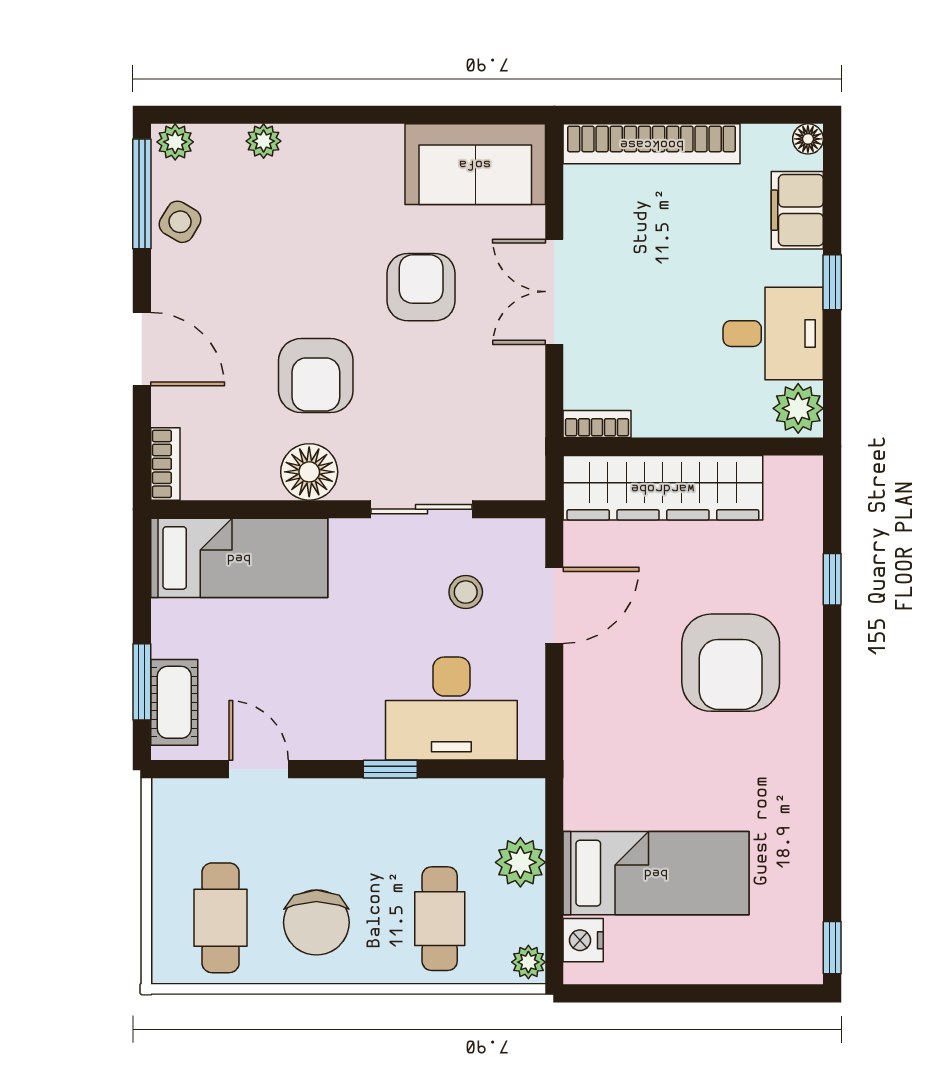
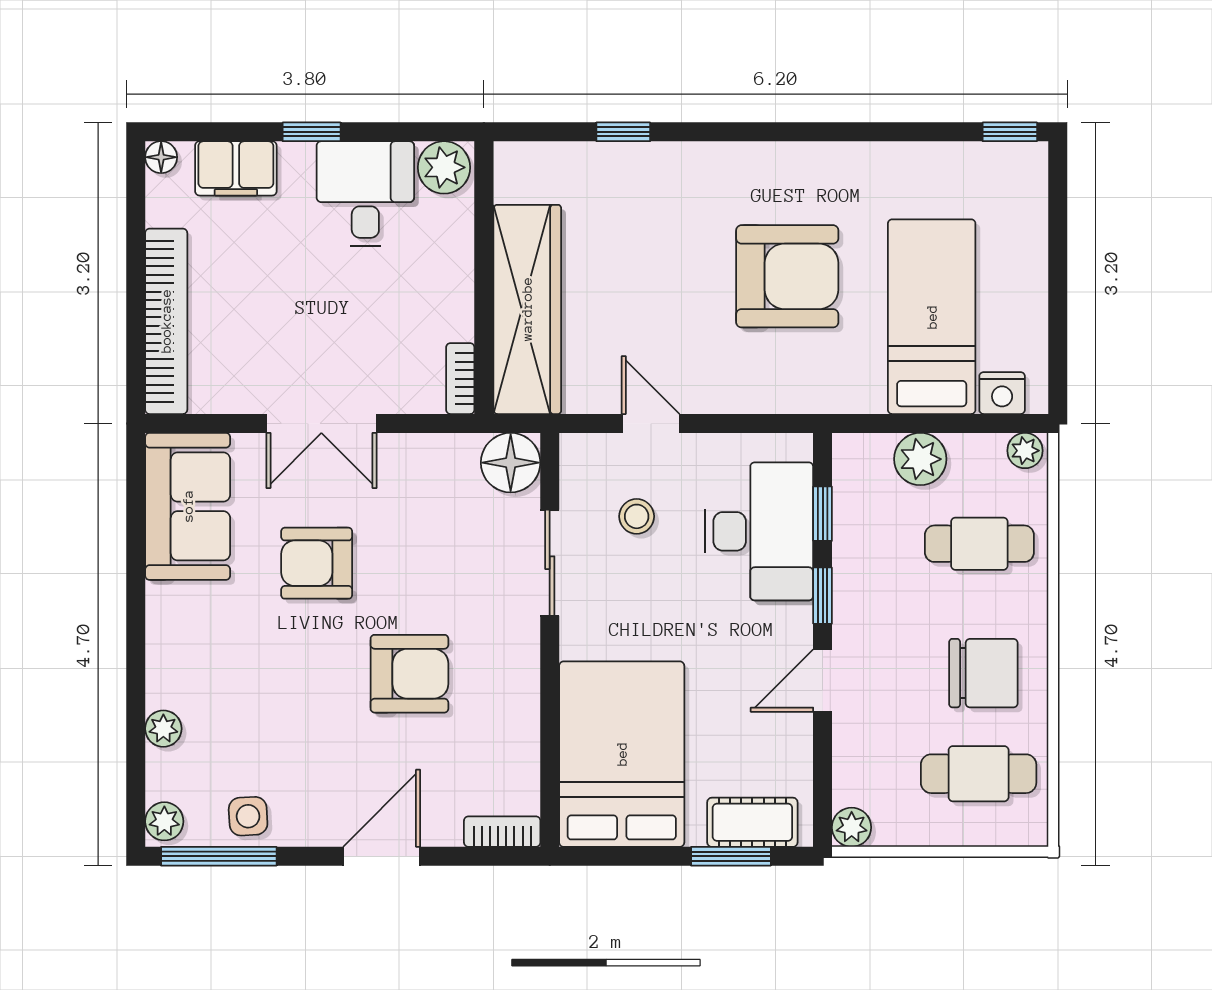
side table: (180, 222) -> (248, 816), turned -34
floor lamp: (309, 472) -> (511, 463), moved
bed: (239, 558) -> (622, 754), width x1.50
door: (554, 605) -> (651, 423), width x0.73
armchair: (731, 663) -> (787, 276), moved
door: (259, 769) -> (823, 681), moved
window: (468, 769) -> (823, 514), added
plant: (170, 797) -> (852, 827), added

